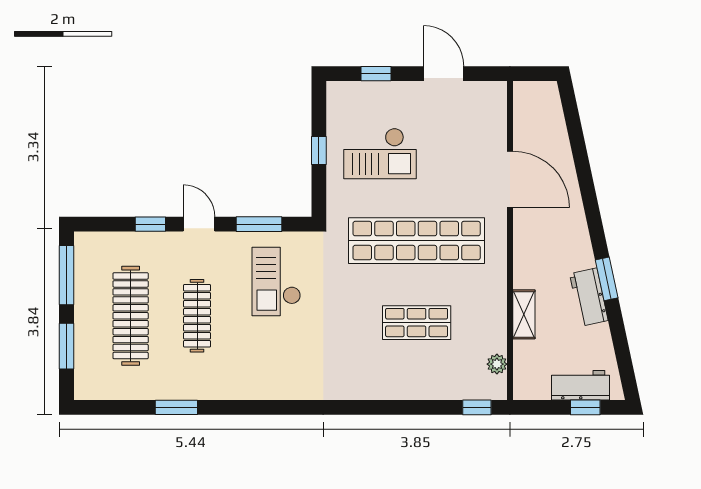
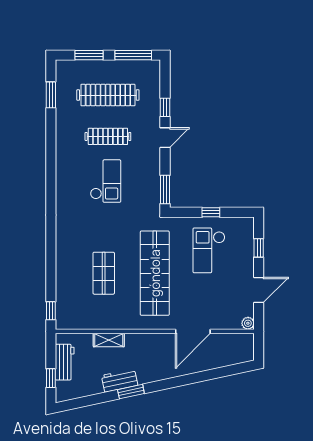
window: (259, 224) -> (165, 190), moved
checkout: (276, 282) -> (106, 181), moved, turned 90
plant: (497, 364) -> (248, 323), moved
workbench: (580, 385) -> (65, 362), moved
window: (176, 407) -> (51, 95), moved

